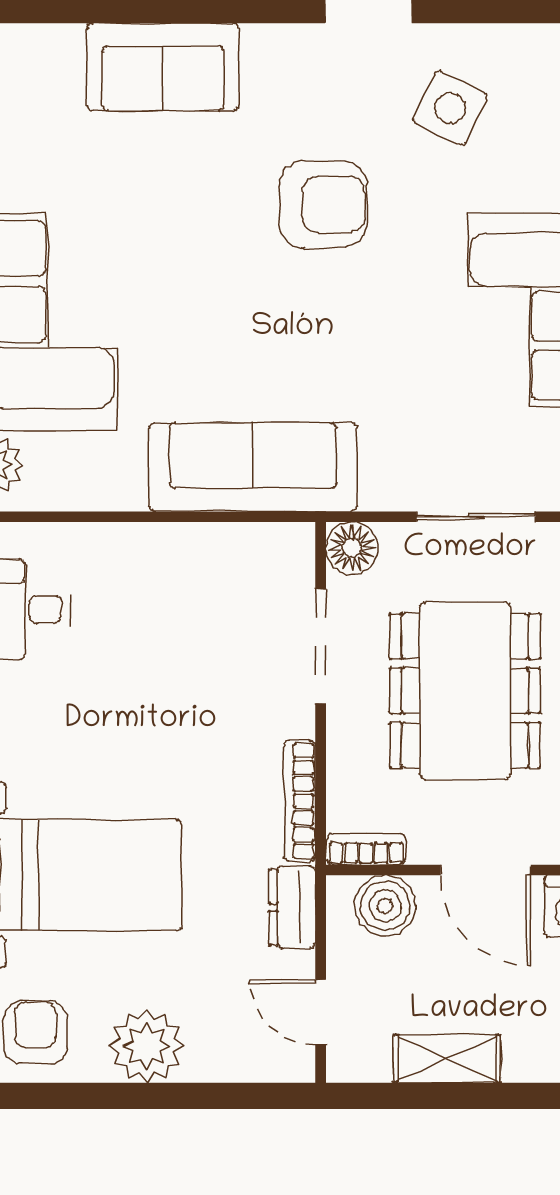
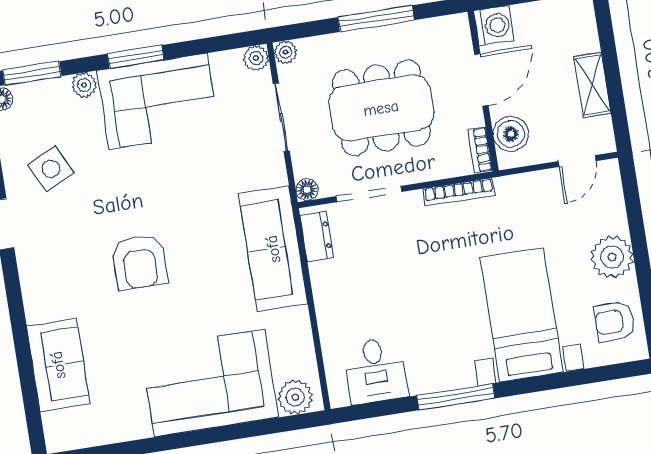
sofa: (163, 67) -> (58, 365), moved
side table: (450, 108) -> (51, 169), turned 38
armchair: (323, 204) -> (140, 262), moved, turned 180
floor lamp: (352, 548) -> (307, 190), width x0.73, depth x0.73
dresser: (292, 907) -> (317, 236), moved, turned -90

